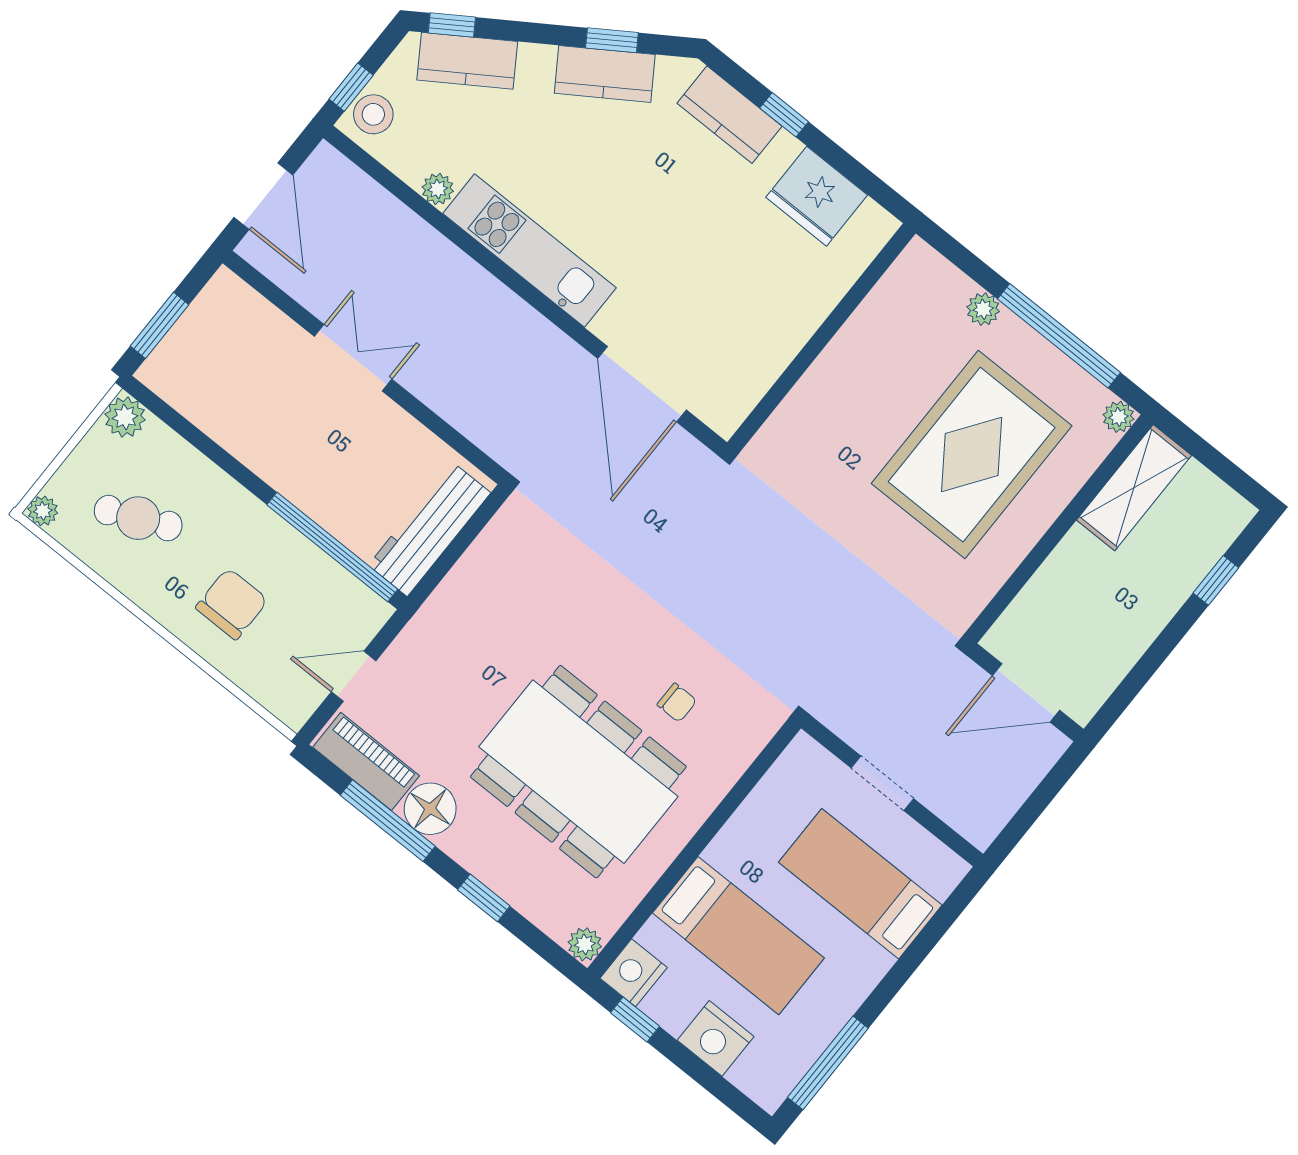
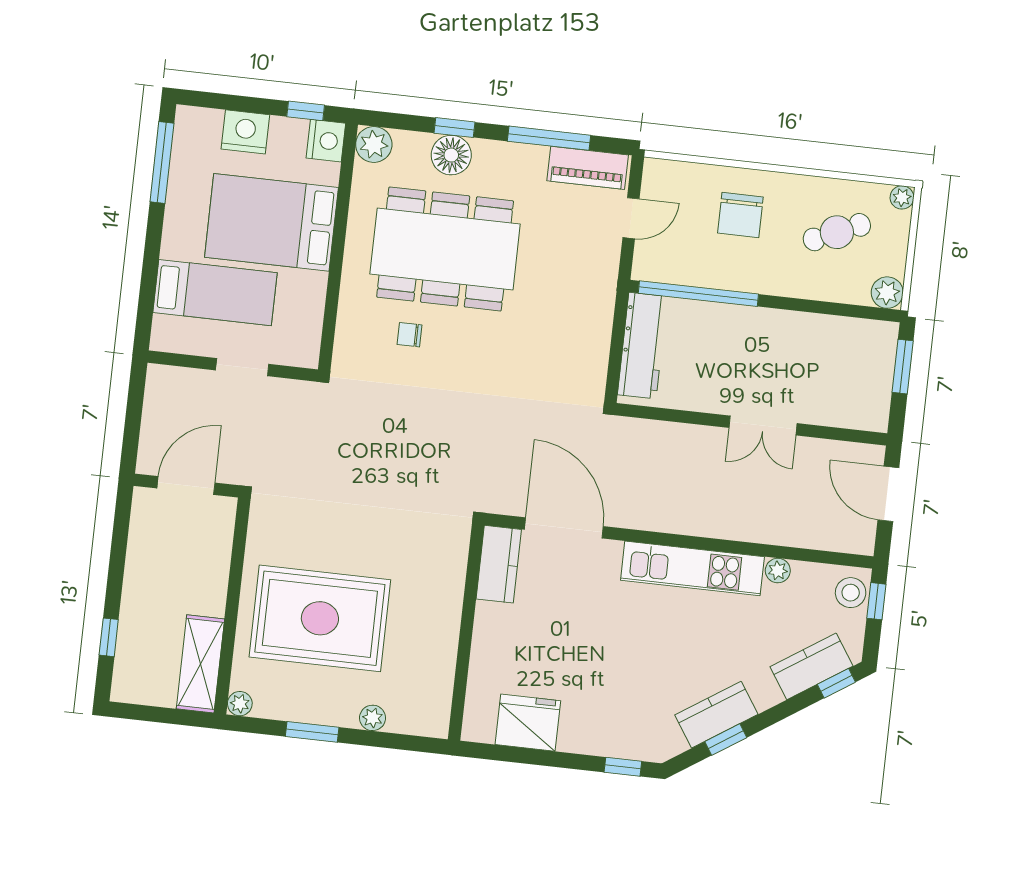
kitchen counter: (730, 115) -> (499, 564), moved, turned 90
window: (784, 115) -> (623, 767), moved
window: (1059, 336) -> (312, 732), width x0.47
rug: (972, 455) -> (320, 618), turned 90
floor lamp: (430, 809) -> (451, 155), moved
bed: (738, 936) -> (271, 222), width x1.50
plant: (585, 944) -> (374, 145), width x1.38, depth x1.38

